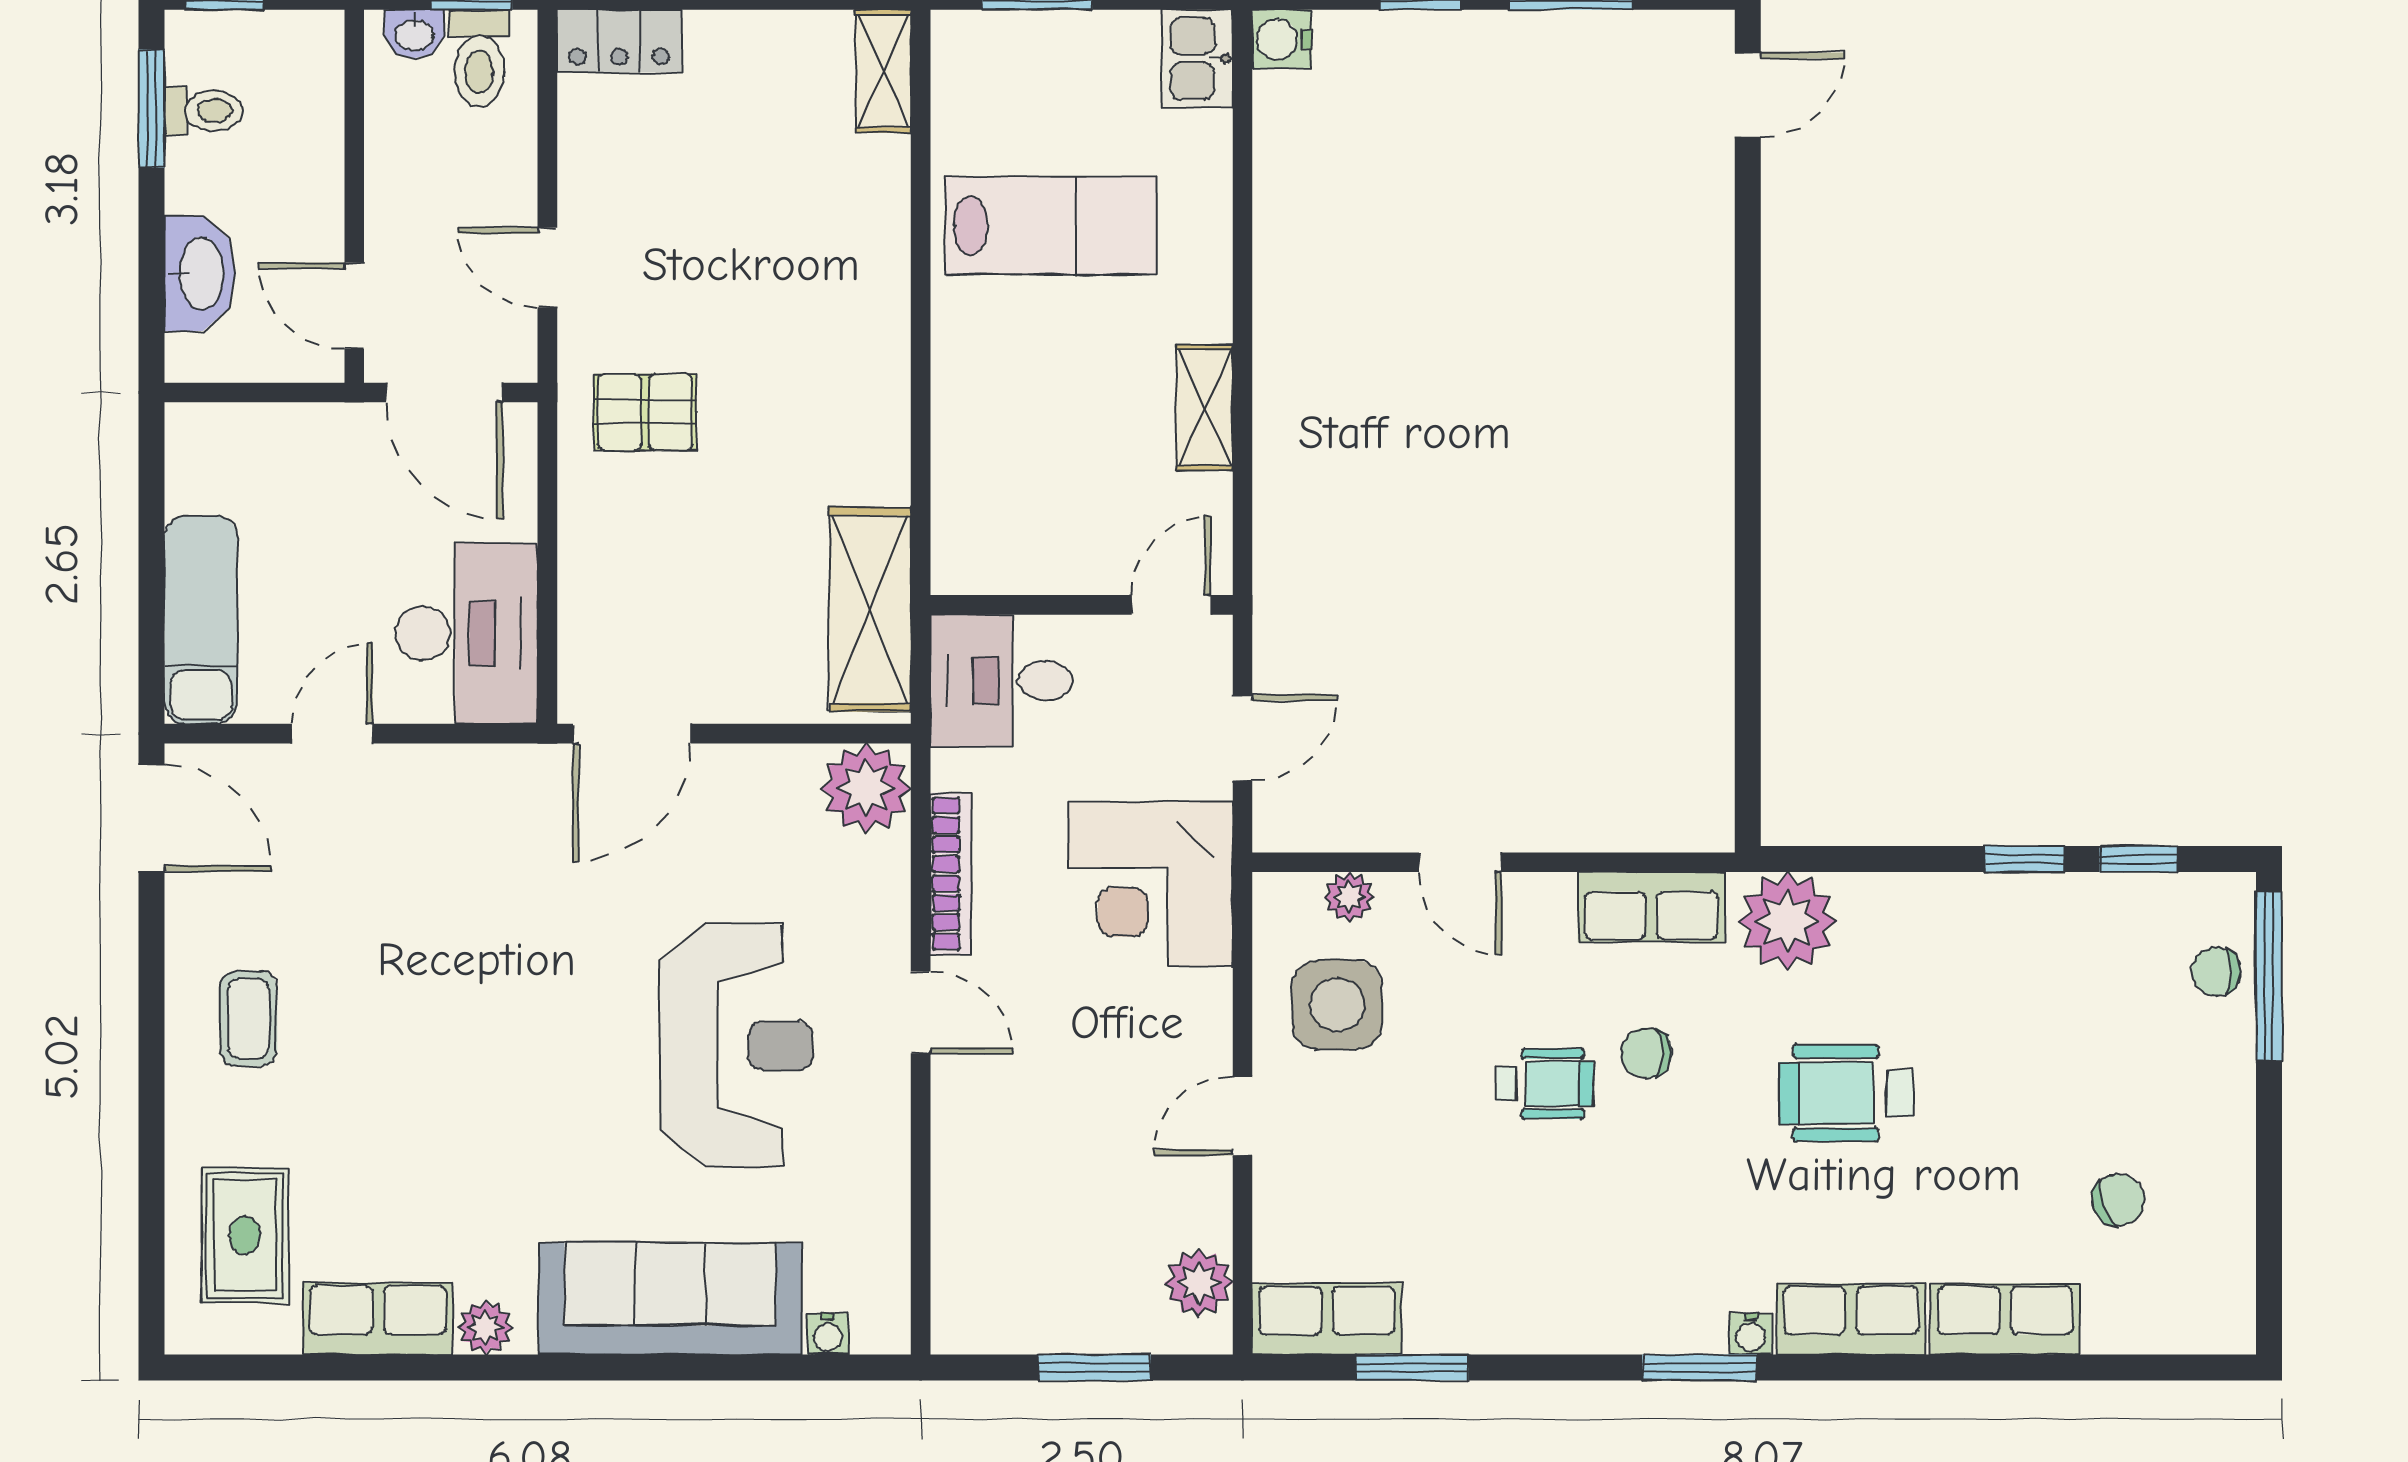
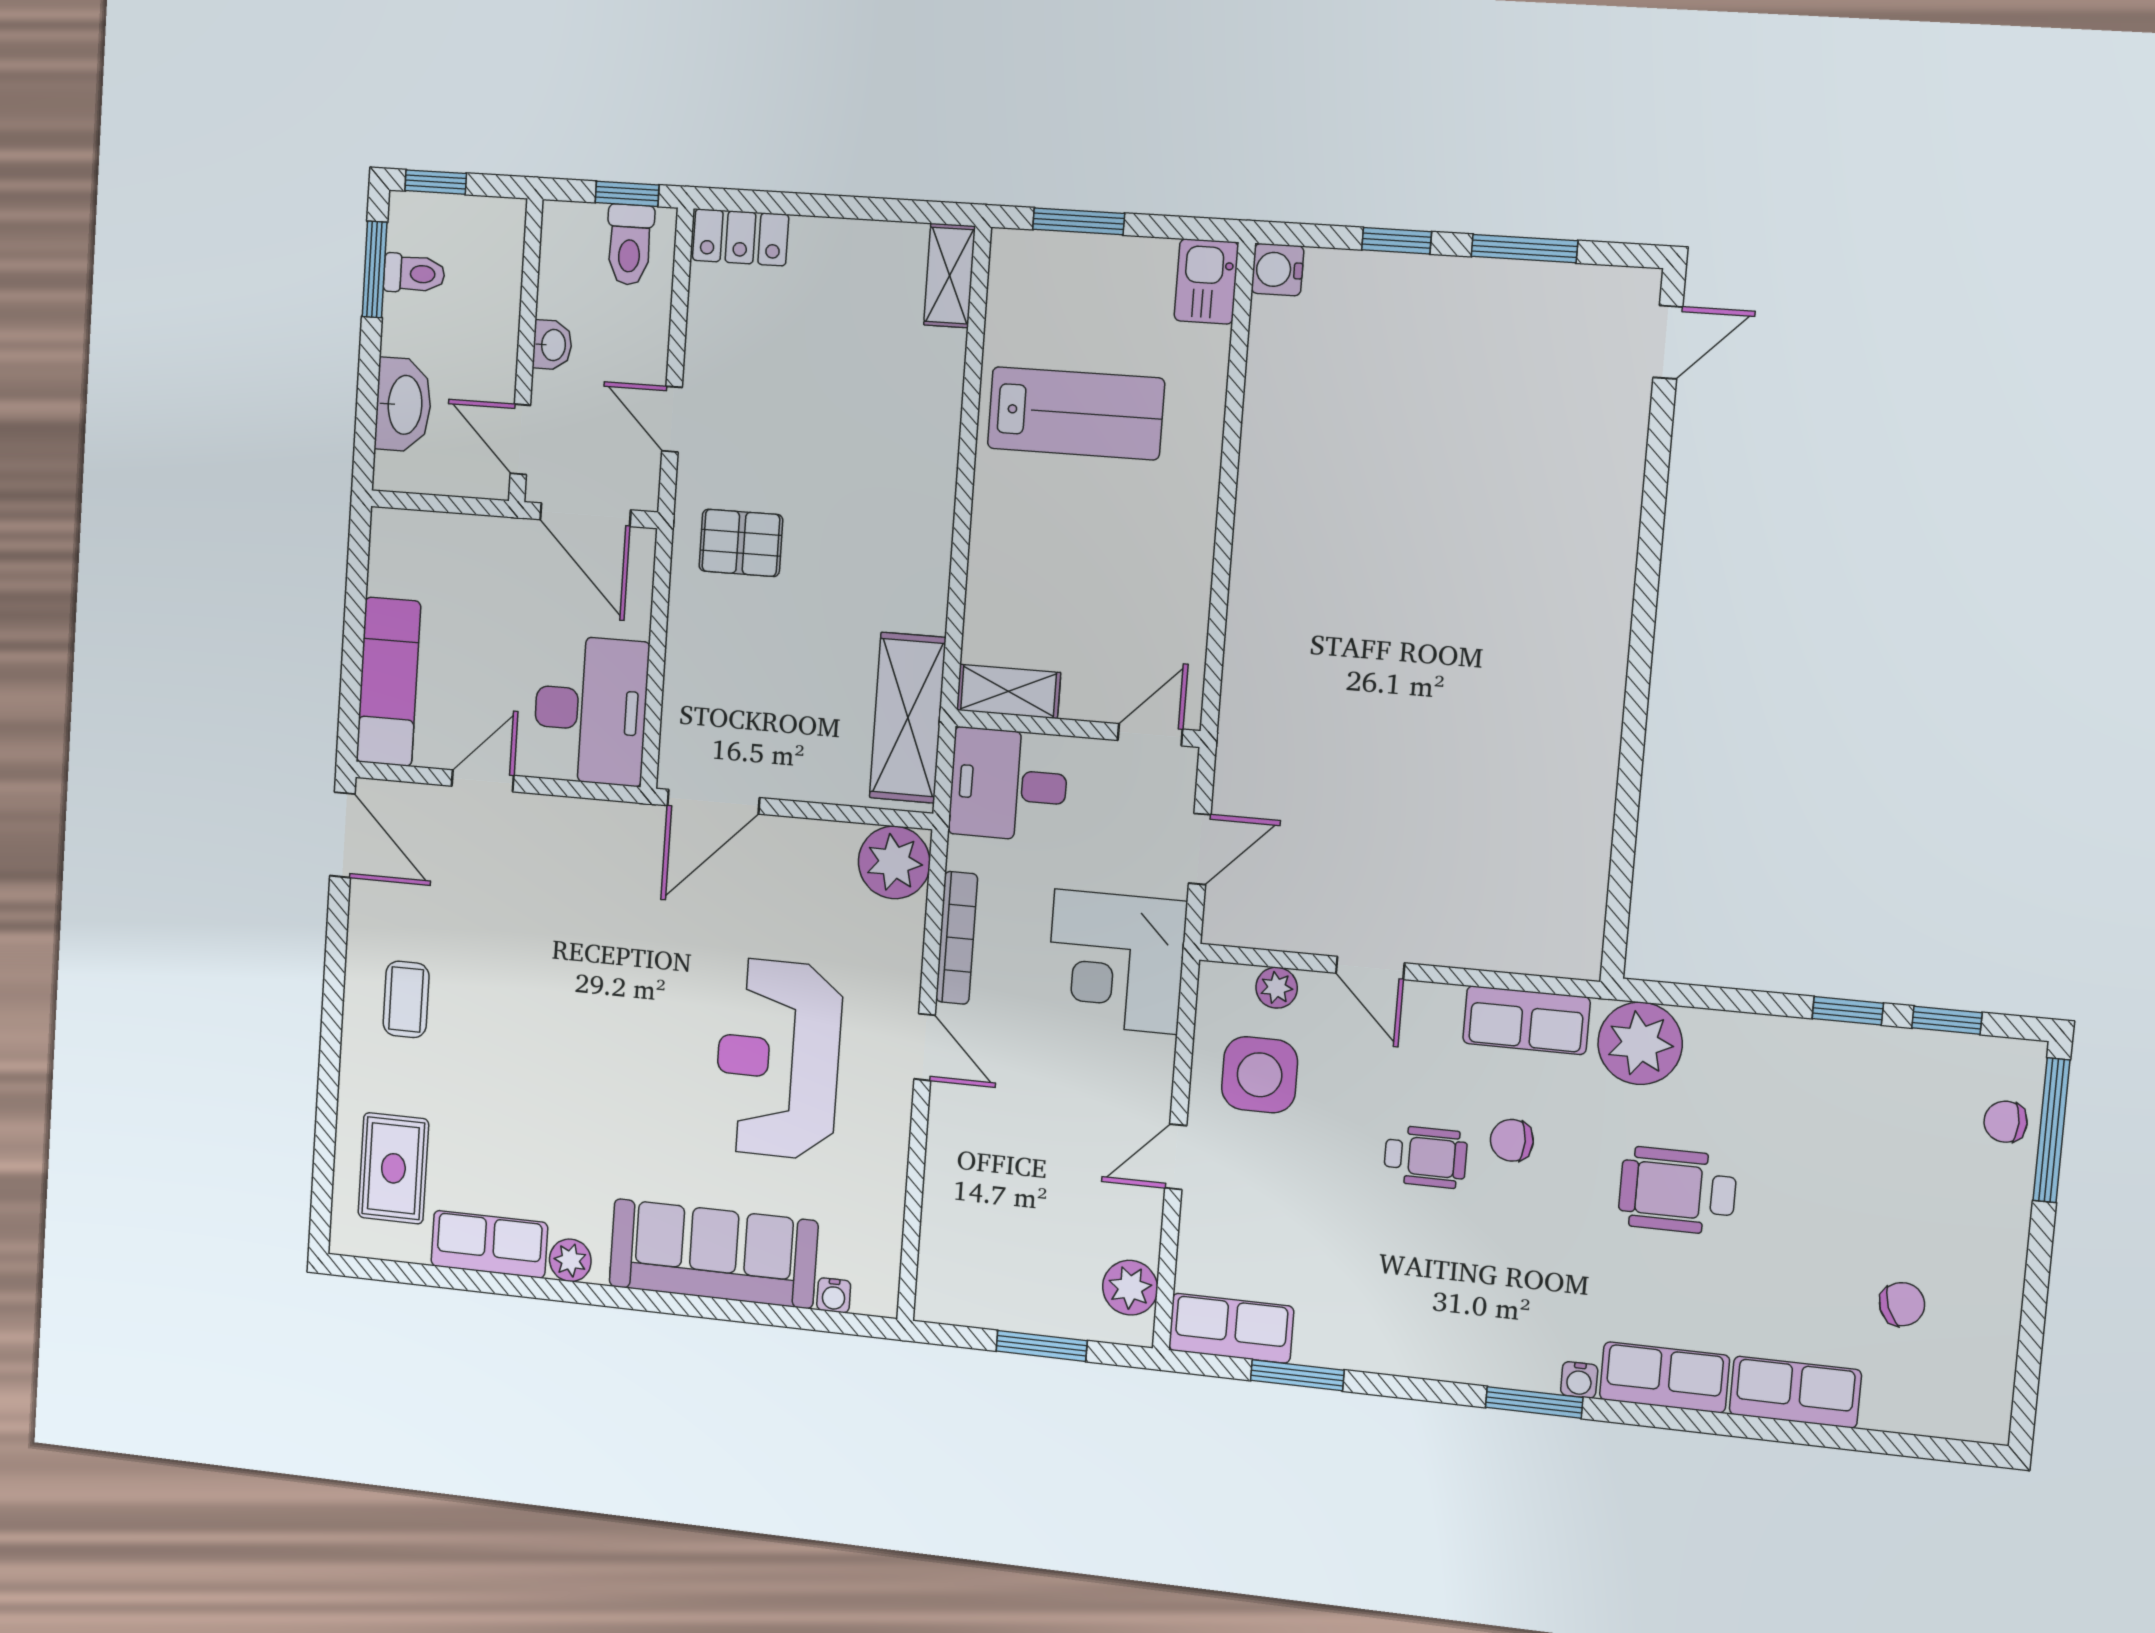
washbasin: (414, 34) -> (552, 345), moved, turned -90
shelving: (1204, 408) -> (1008, 691), moved, turned 90
reception desk: (736, 1046) -> (778, 1059), turned 180

